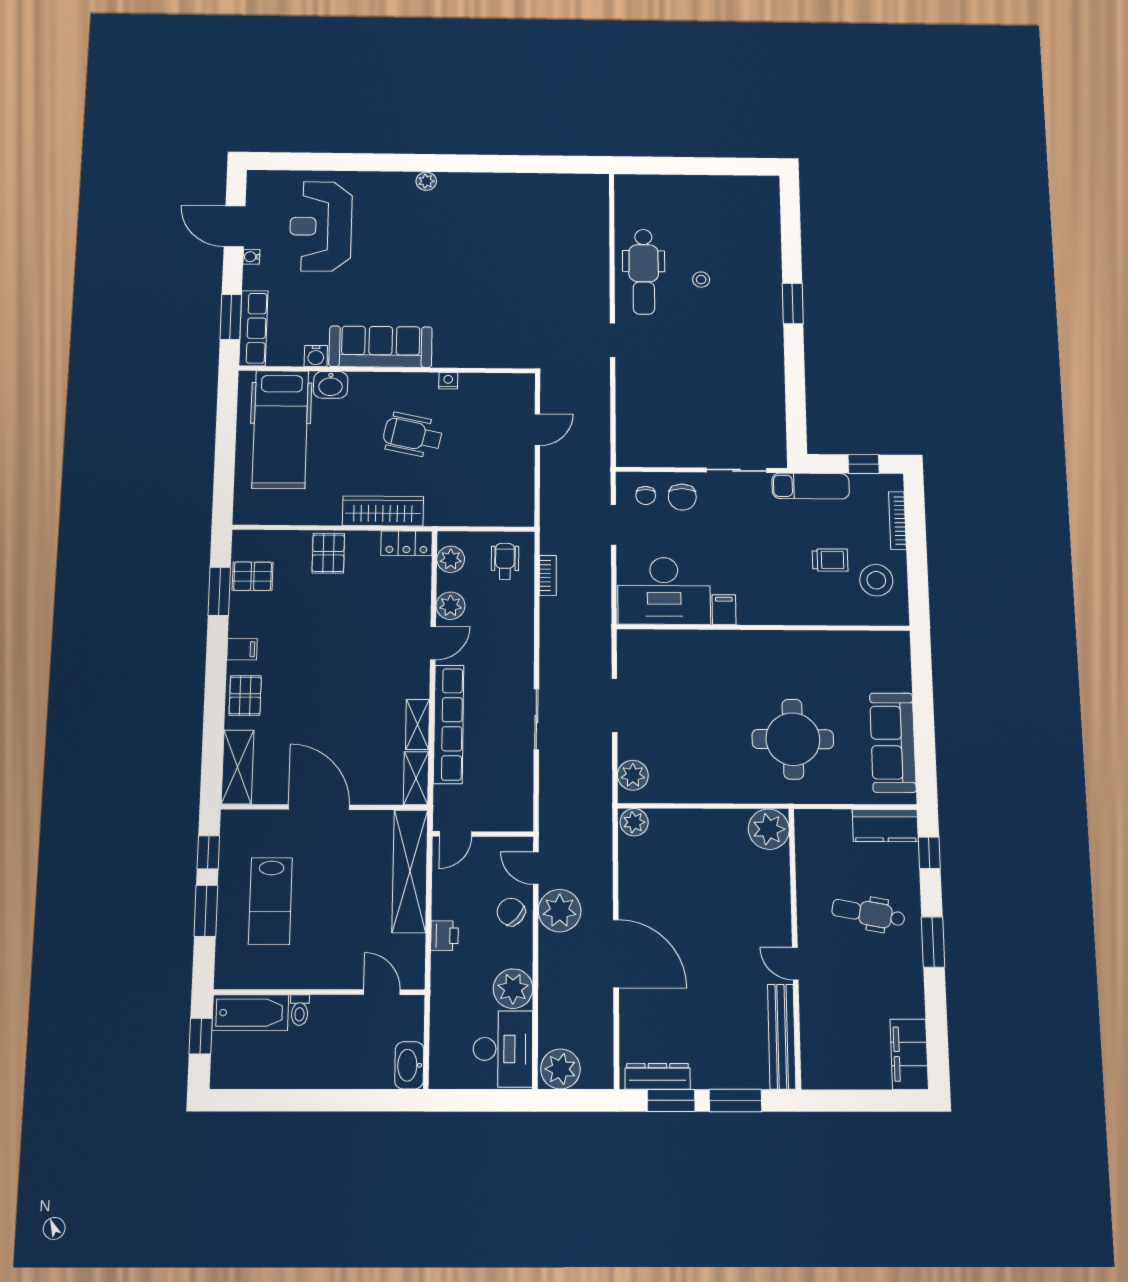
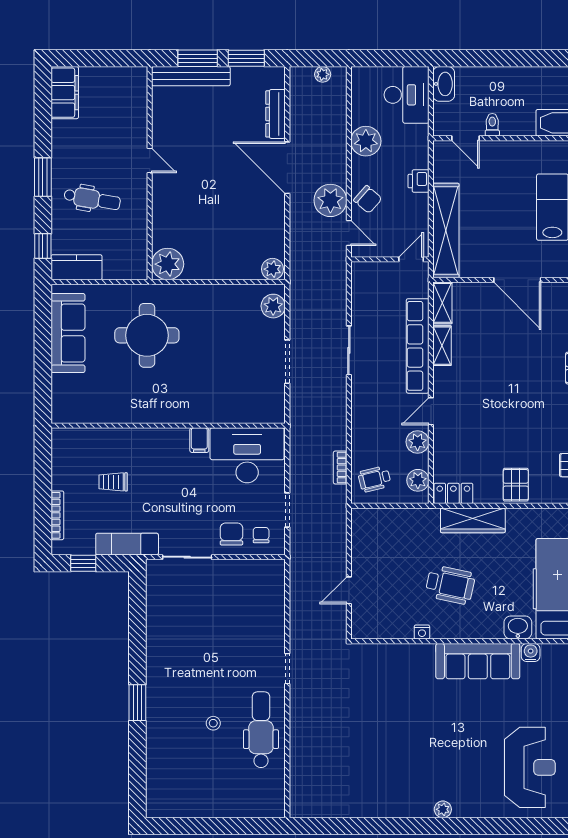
wheelchair: (505, 561) -> (374, 479), turned 76
stool: (876, 580) -> (76, 465), removed
toilet: (300, 1010) -> (492, 125), moved
bench: (782, 1037) -> (191, 76), moved, turned 90
desk: (503, 1049) -> (407, 95), moved, turned 180
plant: (560, 1069) -> (323, 74), width x0.53, depth x0.53
dresser: (658, 1076) -> (276, 114), moved, turned 90

